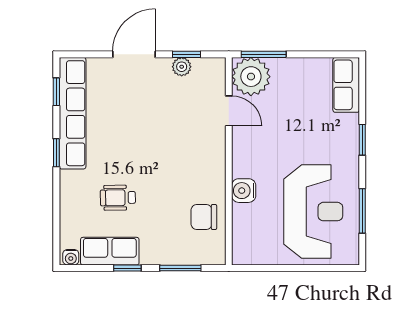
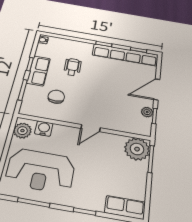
door: (134, 54) -> (157, 89), swing flipped
door: (229, 111) -> (91, 128), moved
water cooler: (244, 191) -> (44, 128), moved
chair: (204, 217) -> (56, 97), moved
row of seats: (110, 251) -> (39, 71), moved
plant: (254, 252) -> (22, 131), added

